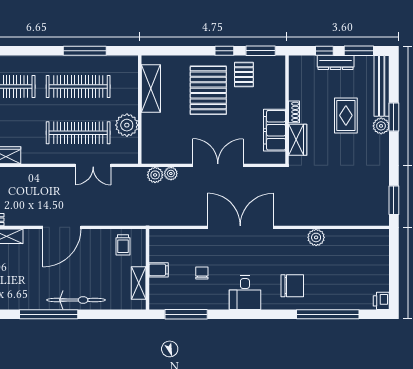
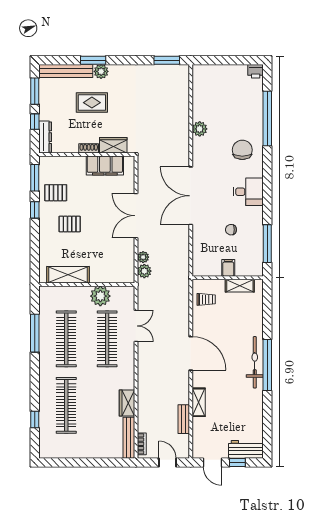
dresser: (336, 63) -> (45, 137), moved
pallet: (208, 90) -> (70, 224), width x0.49, depth x0.50
bicycle: (76, 300) -> (255, 362), moved

